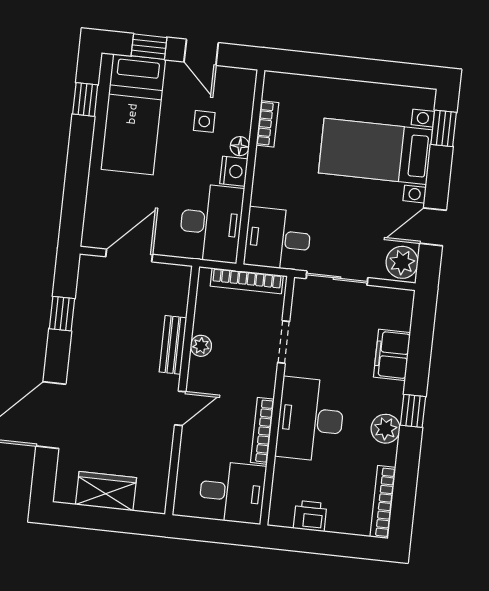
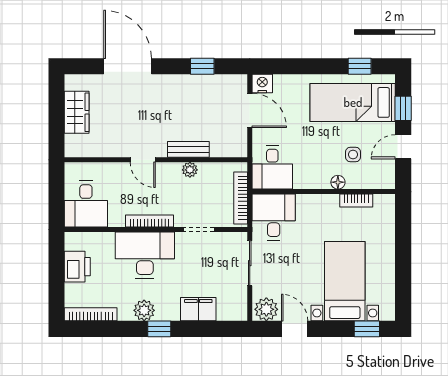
nightstand: (234, 171) -> (262, 84), moved, turned 180
desk: (211, 223) -> (272, 167), width x0.73
bookcase: (262, 431) -> (150, 221), moved
printer: (310, 516) -> (77, 267), width x1.36, depth x1.24

